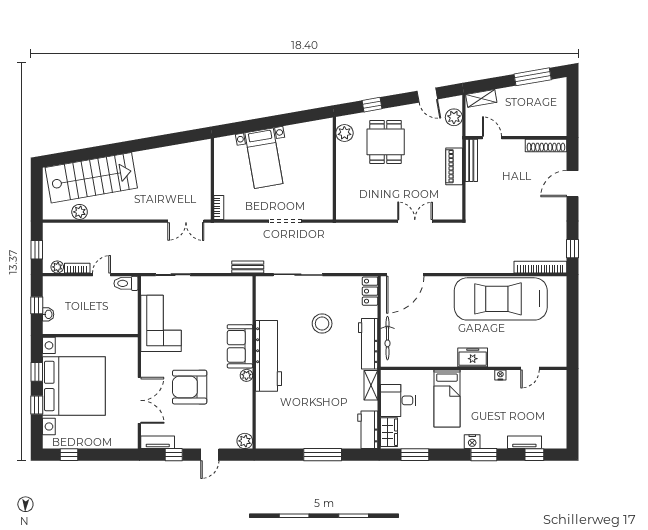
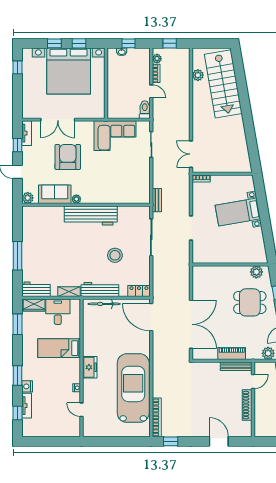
shoe rack: (546, 146) -> (247, 405), moved
double door: (415, 221) -> (191, 324), width x1.87
sofa: (240, 346) -> (55, 194), moved
nightstand: (472, 442) -> (27, 386), moved

